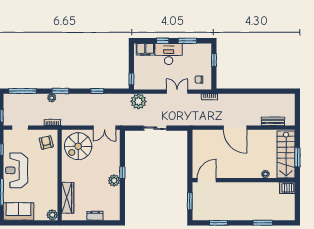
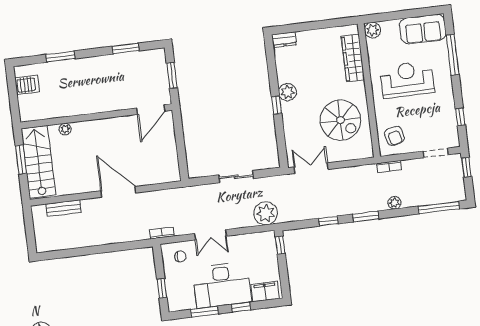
desk: (169, 54) -> (222, 285), width x1.36, depth x1.30
window: (60, 91) -> (366, 216), moved
spiral stairs: (78, 146) -> (340, 120), moved, turned 90
reception desk: (17, 170) -> (407, 79), moved, turned -90
server rack: (287, 188) -> (27, 85), moved
dresser: (95, 216) -> (284, 40), moved

